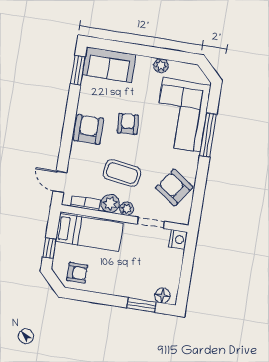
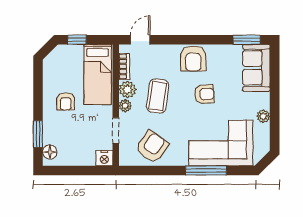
armchair: (89, 129) -> (193, 58), turned 90
armchair: (77, 273) -> (66, 101), moved

